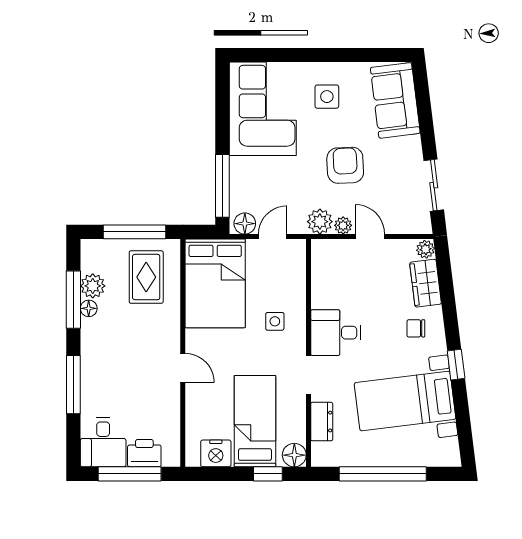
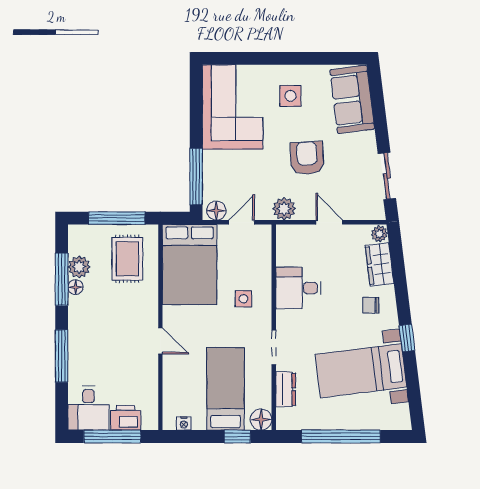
plant: (343, 225) -> (305, 212), removed
desk: (336, 333) -> (298, 288), moved
nightstand: (216, 453) -> (184, 423), width x0.53, depth x0.56

